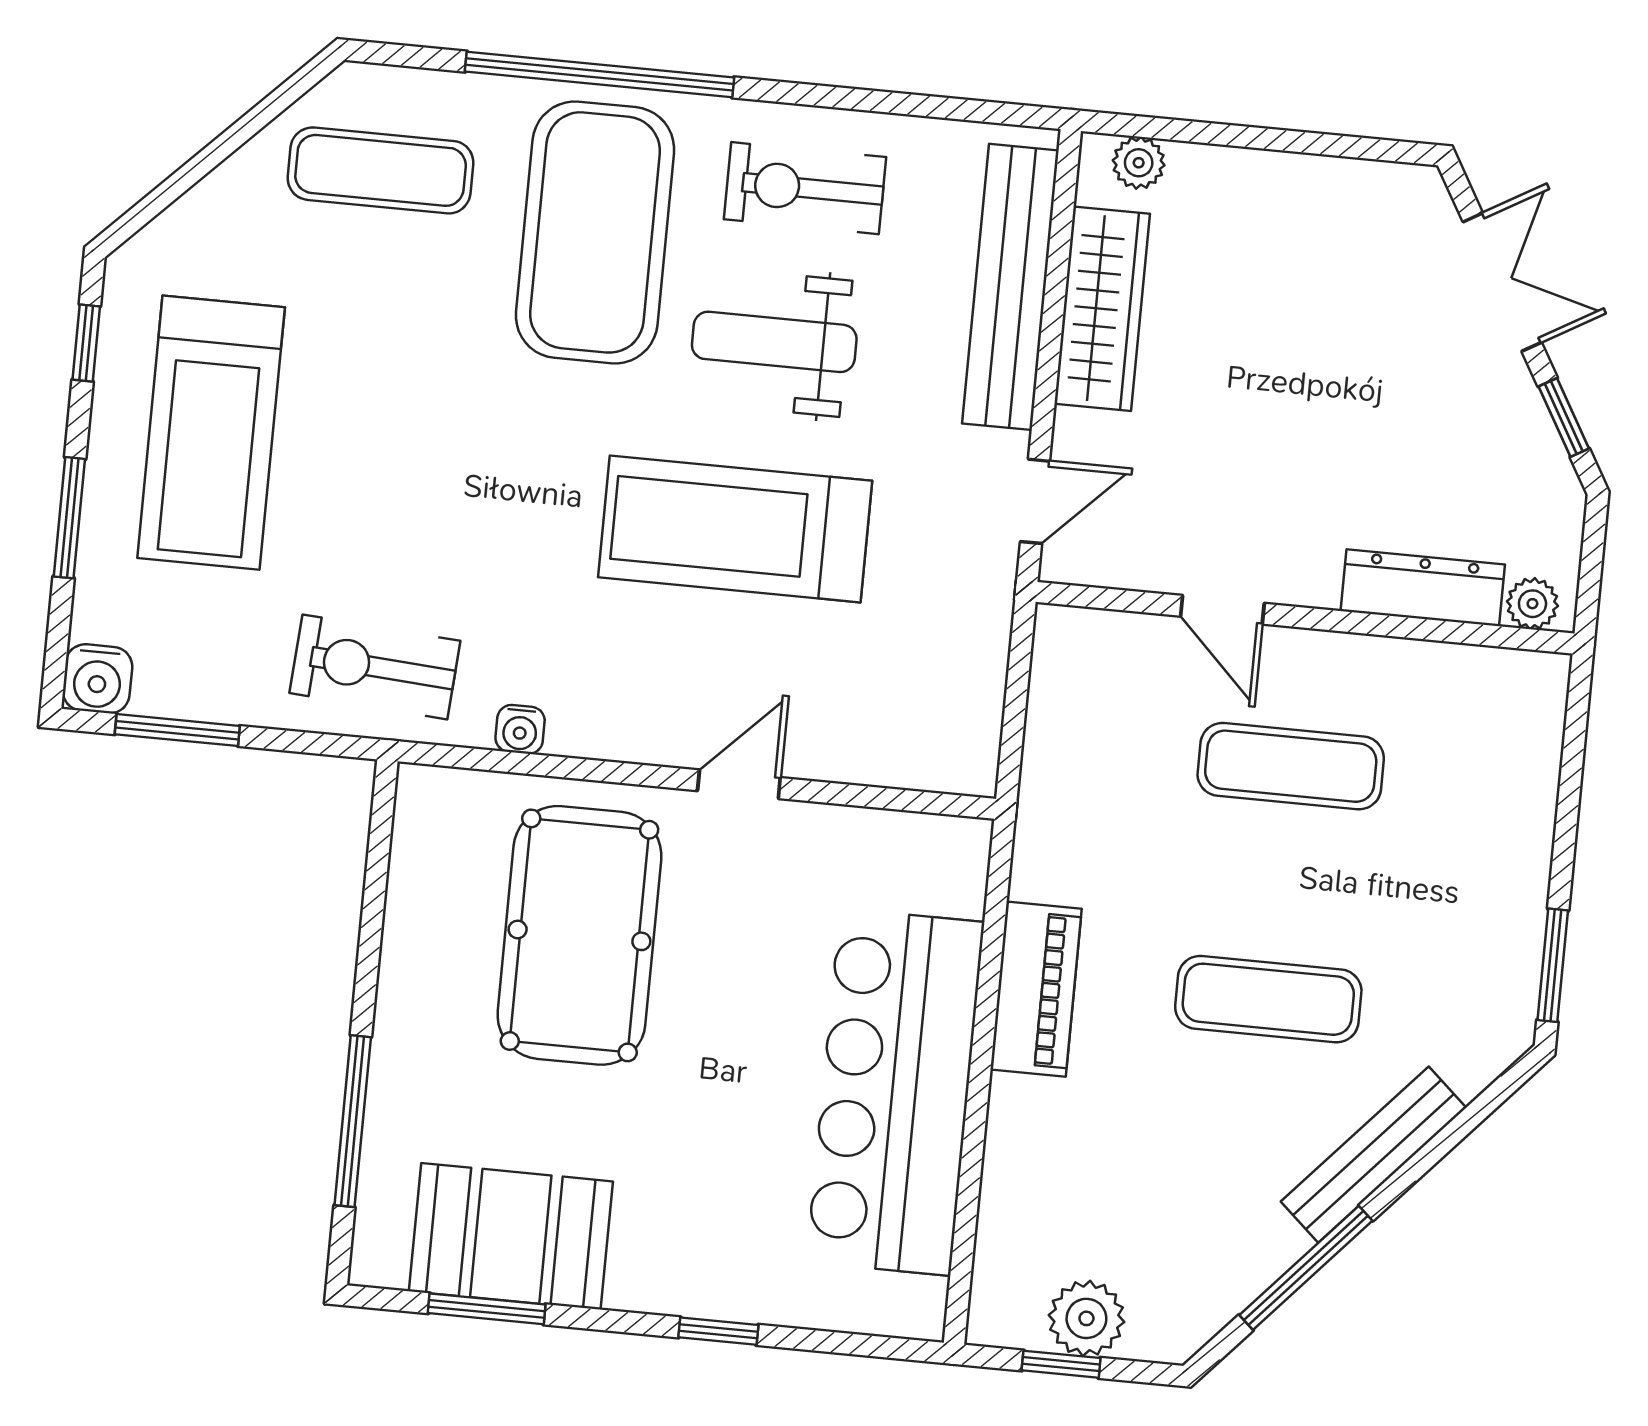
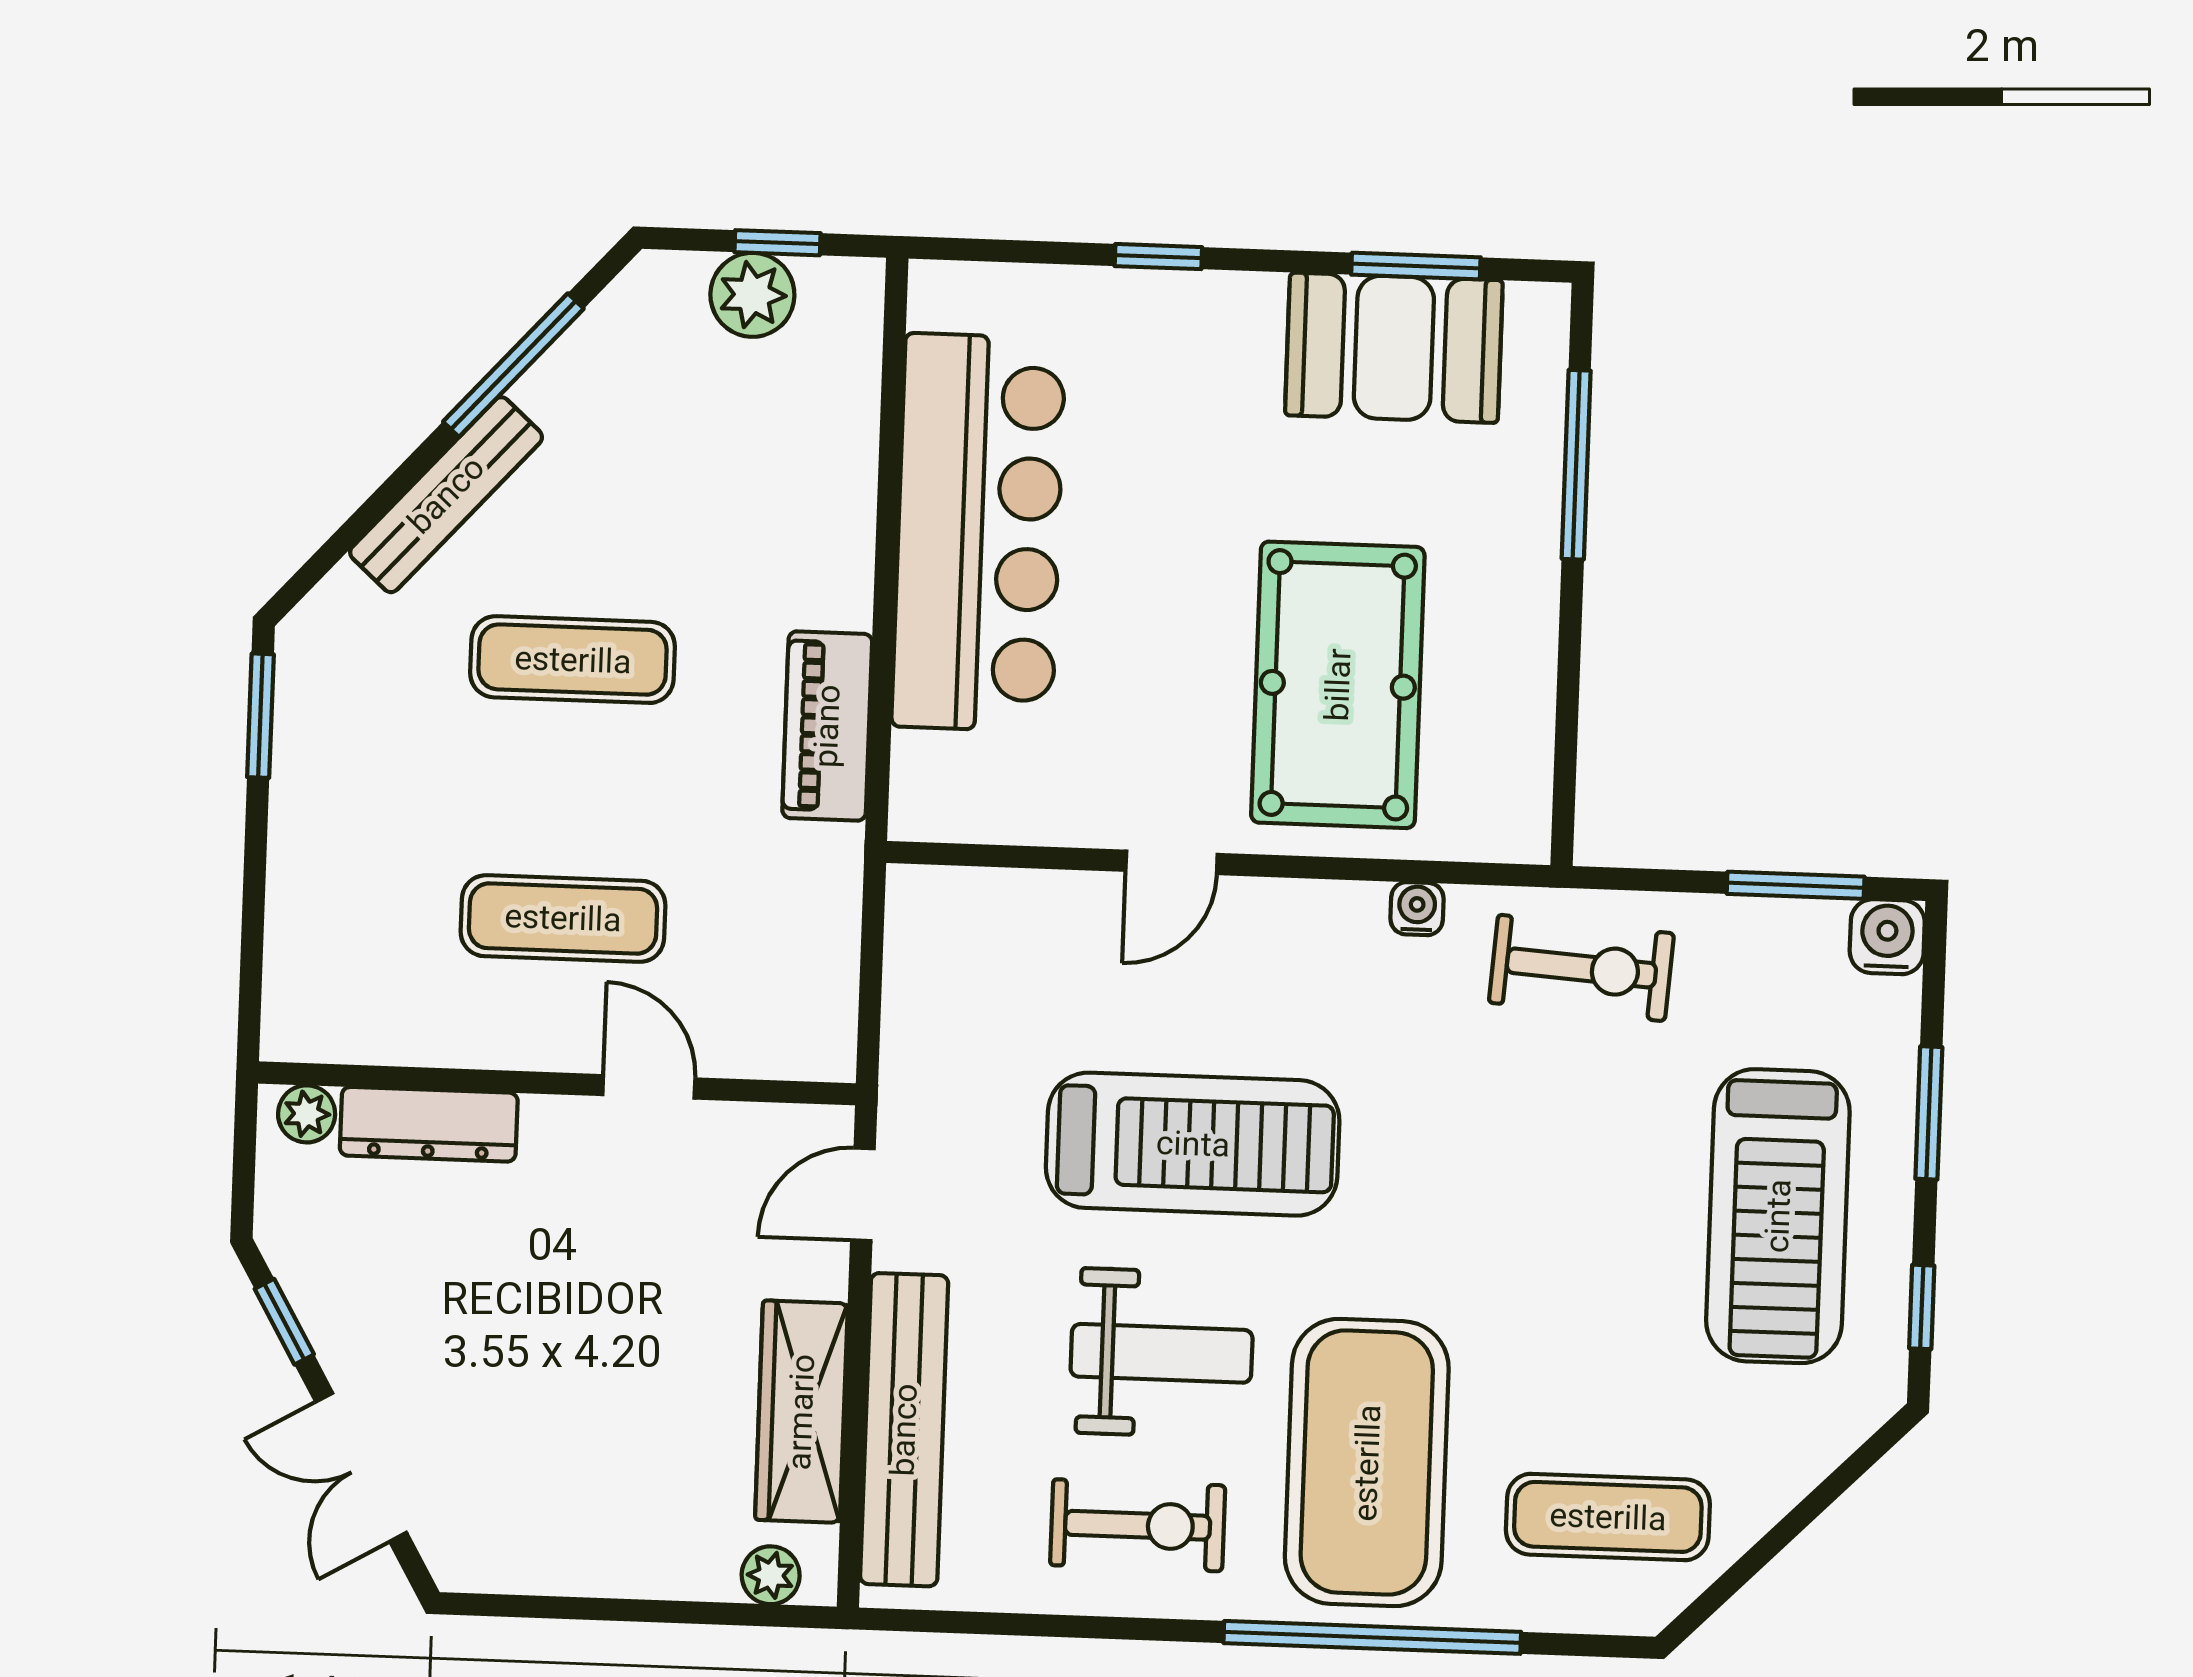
treadmill: (211, 433) -> (1778, 1216), turned 180
piano: (1036, 989) -> (827, 726), moved

